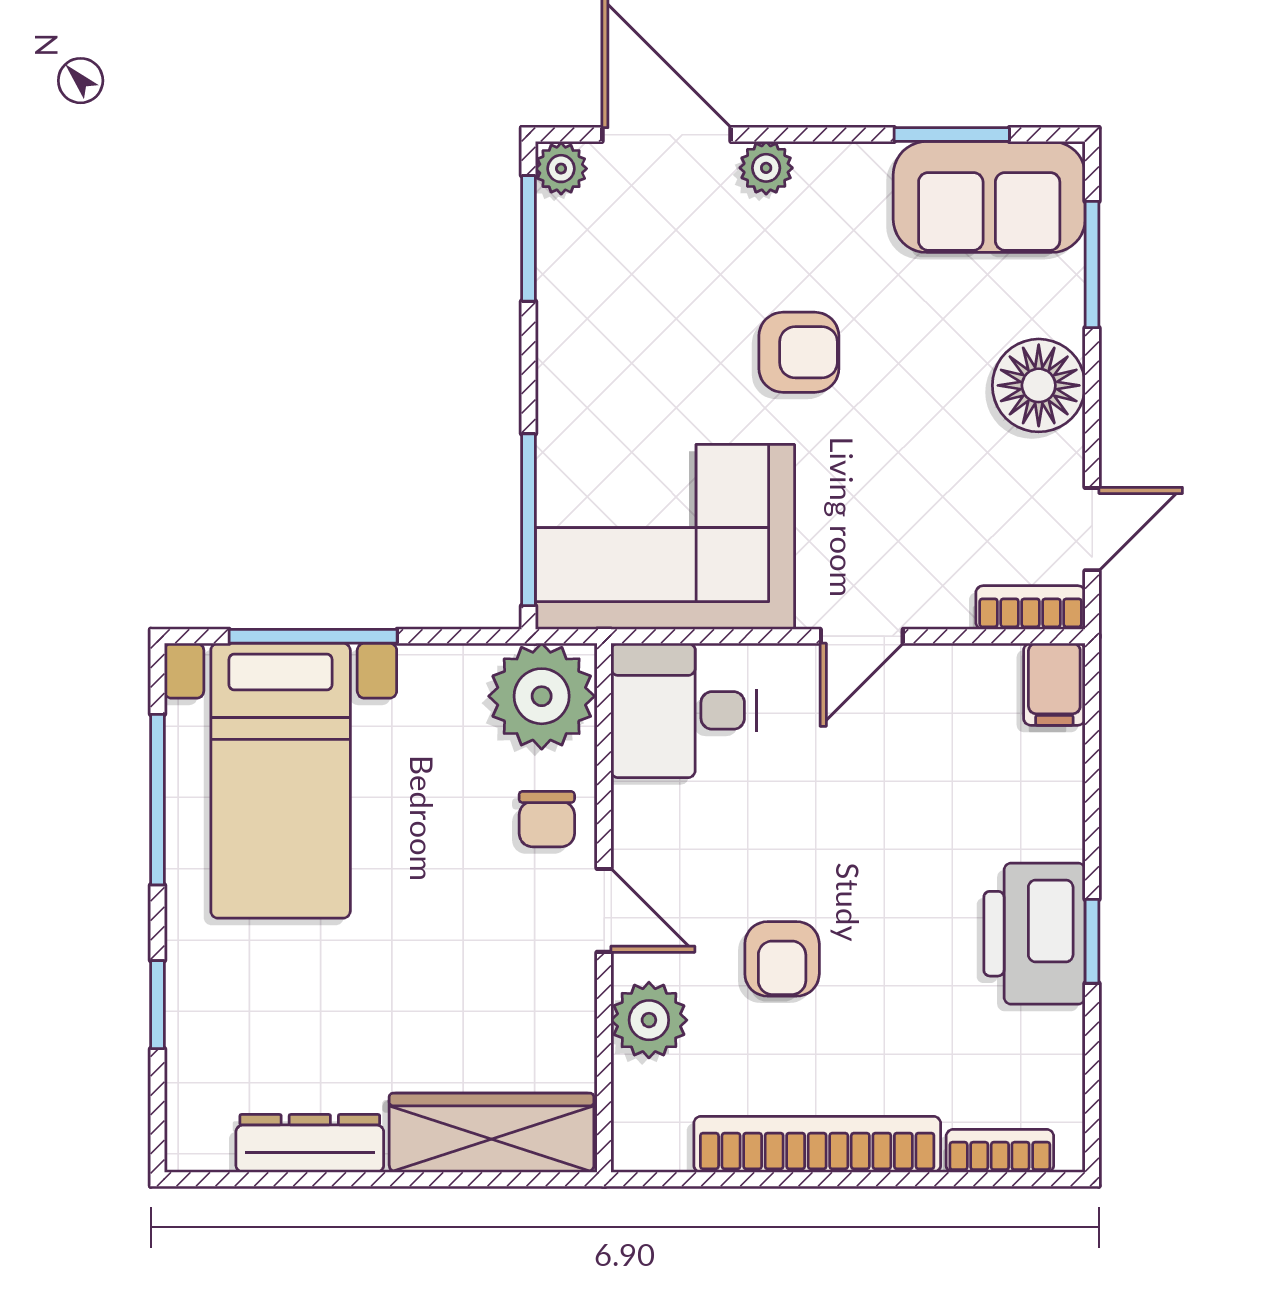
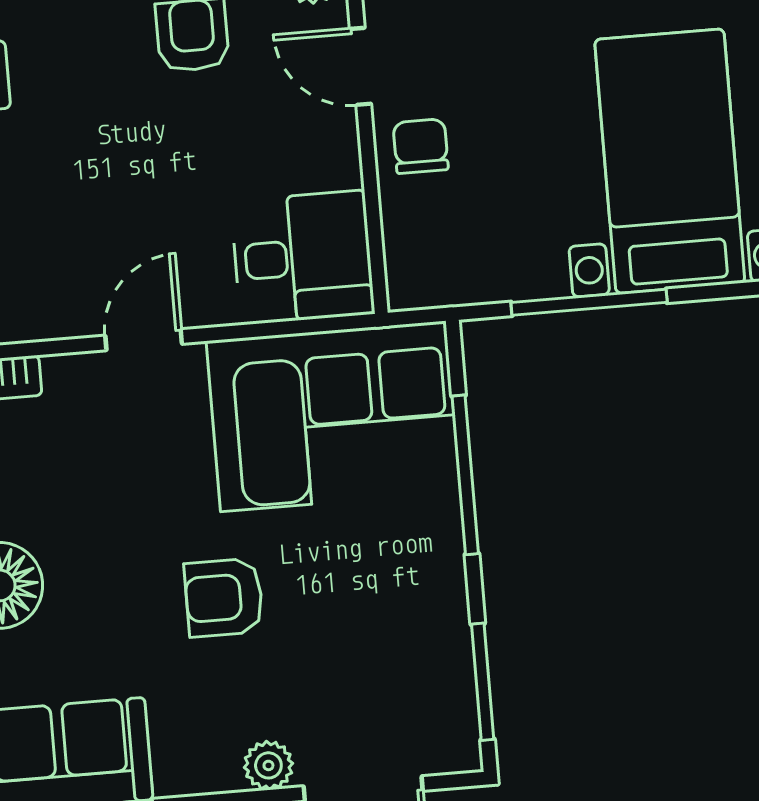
plant: (561, 169) -> (458, 749), removed
window: (529, 520) -> (465, 475), moved
window: (313, 636) -> (589, 302), moved
plant: (542, 696) -> (435, 260), removed

